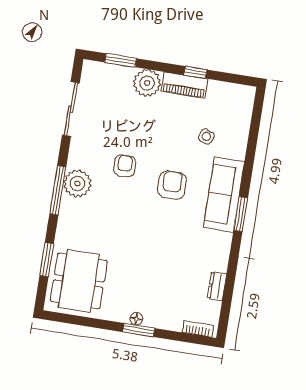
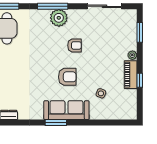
plant: (147, 83) -> (132, 55), width x0.53, depth x0.53

